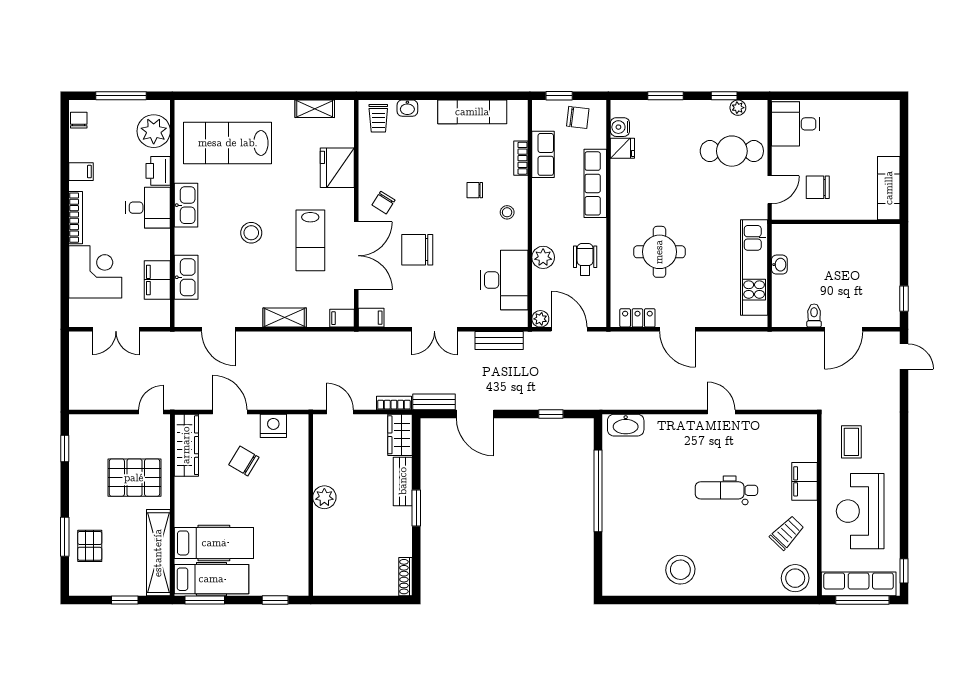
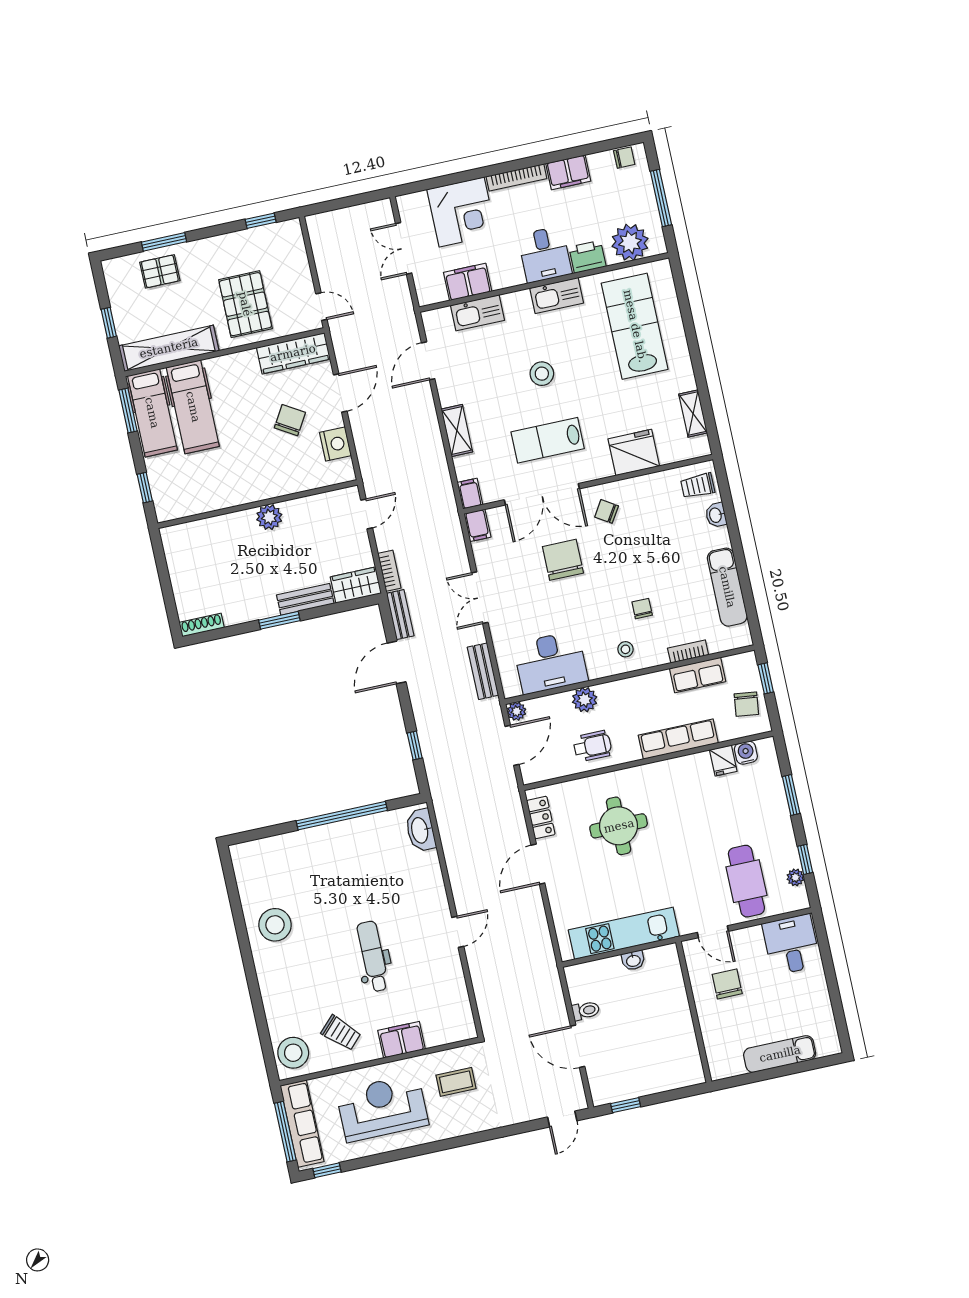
filing cabinet: (81, 172) -> (568, 172), width x2.00
exam couch: (889, 188) -> (780, 1054), moved

